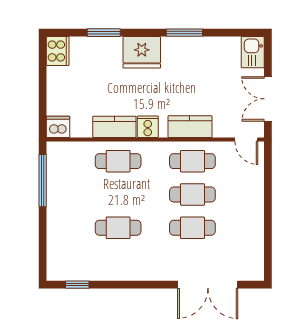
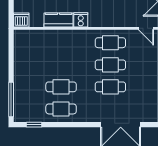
kitchen counter: (190, 127) -> (109, 20), removed
cafe table: (118, 161) -> (61, 109), moved
window: (43, 181) -> (11, 100), moved

